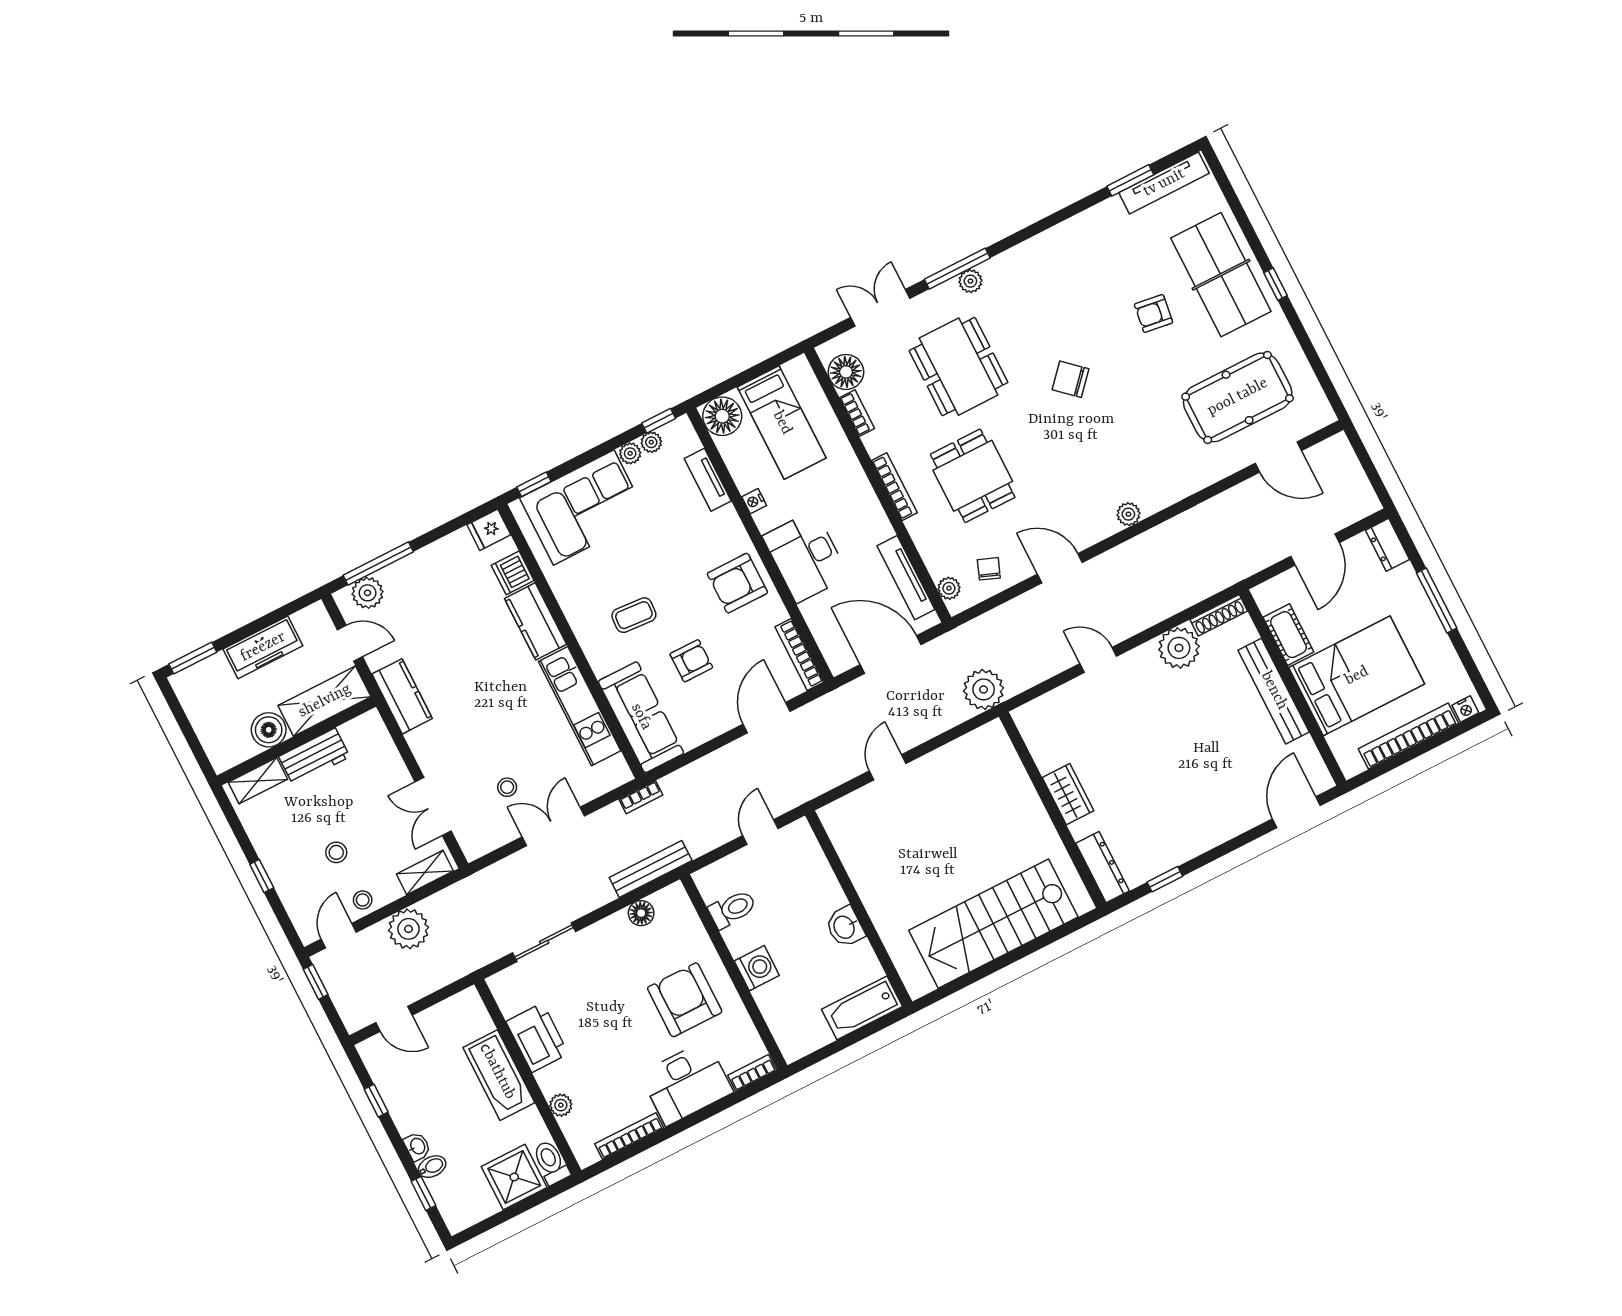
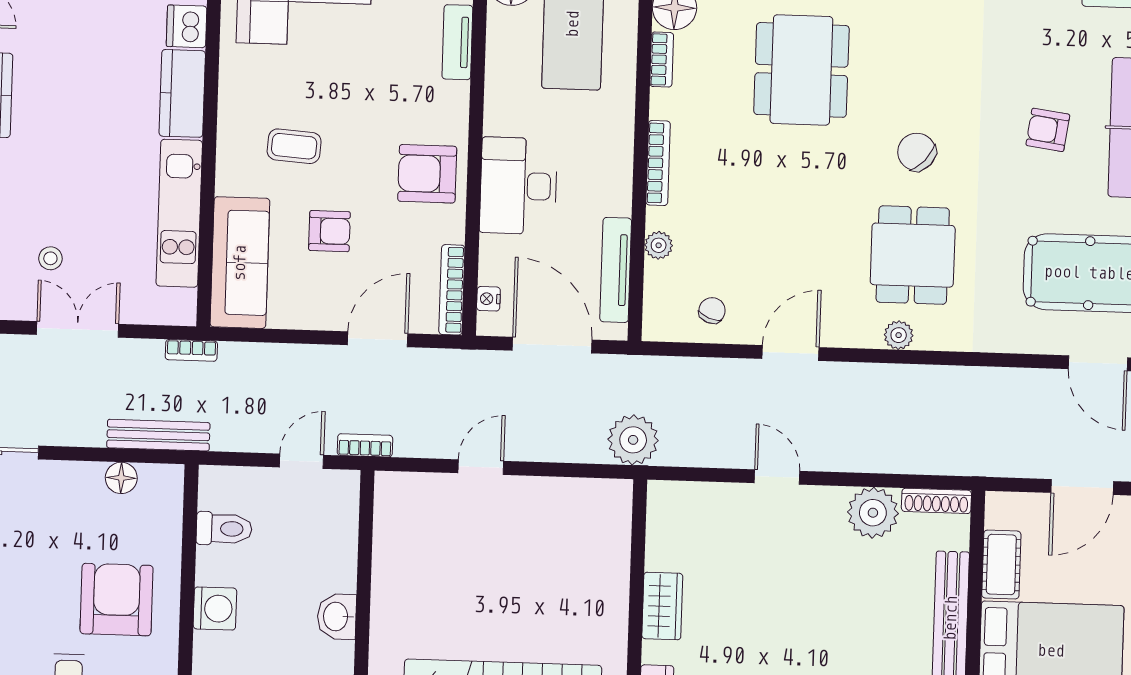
dining table: (973, 476) -> (913, 255), moved
nightstand: (754, 501) -> (488, 299), moved
door: (1060, 568) -> (790, 353), hinge flipped
plant: (949, 588) -> (659, 245), moved
bookcase: (799, 797) -> (365, 445), added

